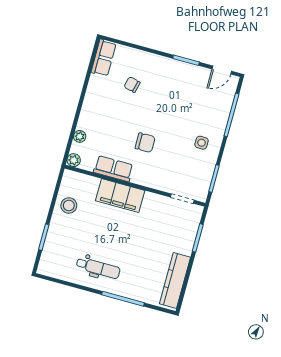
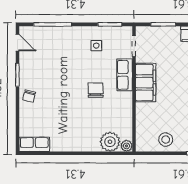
chair: (132, 85) -> (29, 96), moved
plant: (80, 136) -> (110, 142), width x1.87, depth x1.87
side table: (201, 143) -> (96, 46), moved
row of seats: (113, 169) -> (125, 75), moved
filing cabinet: (120, 196) -> (146, 83), moved

